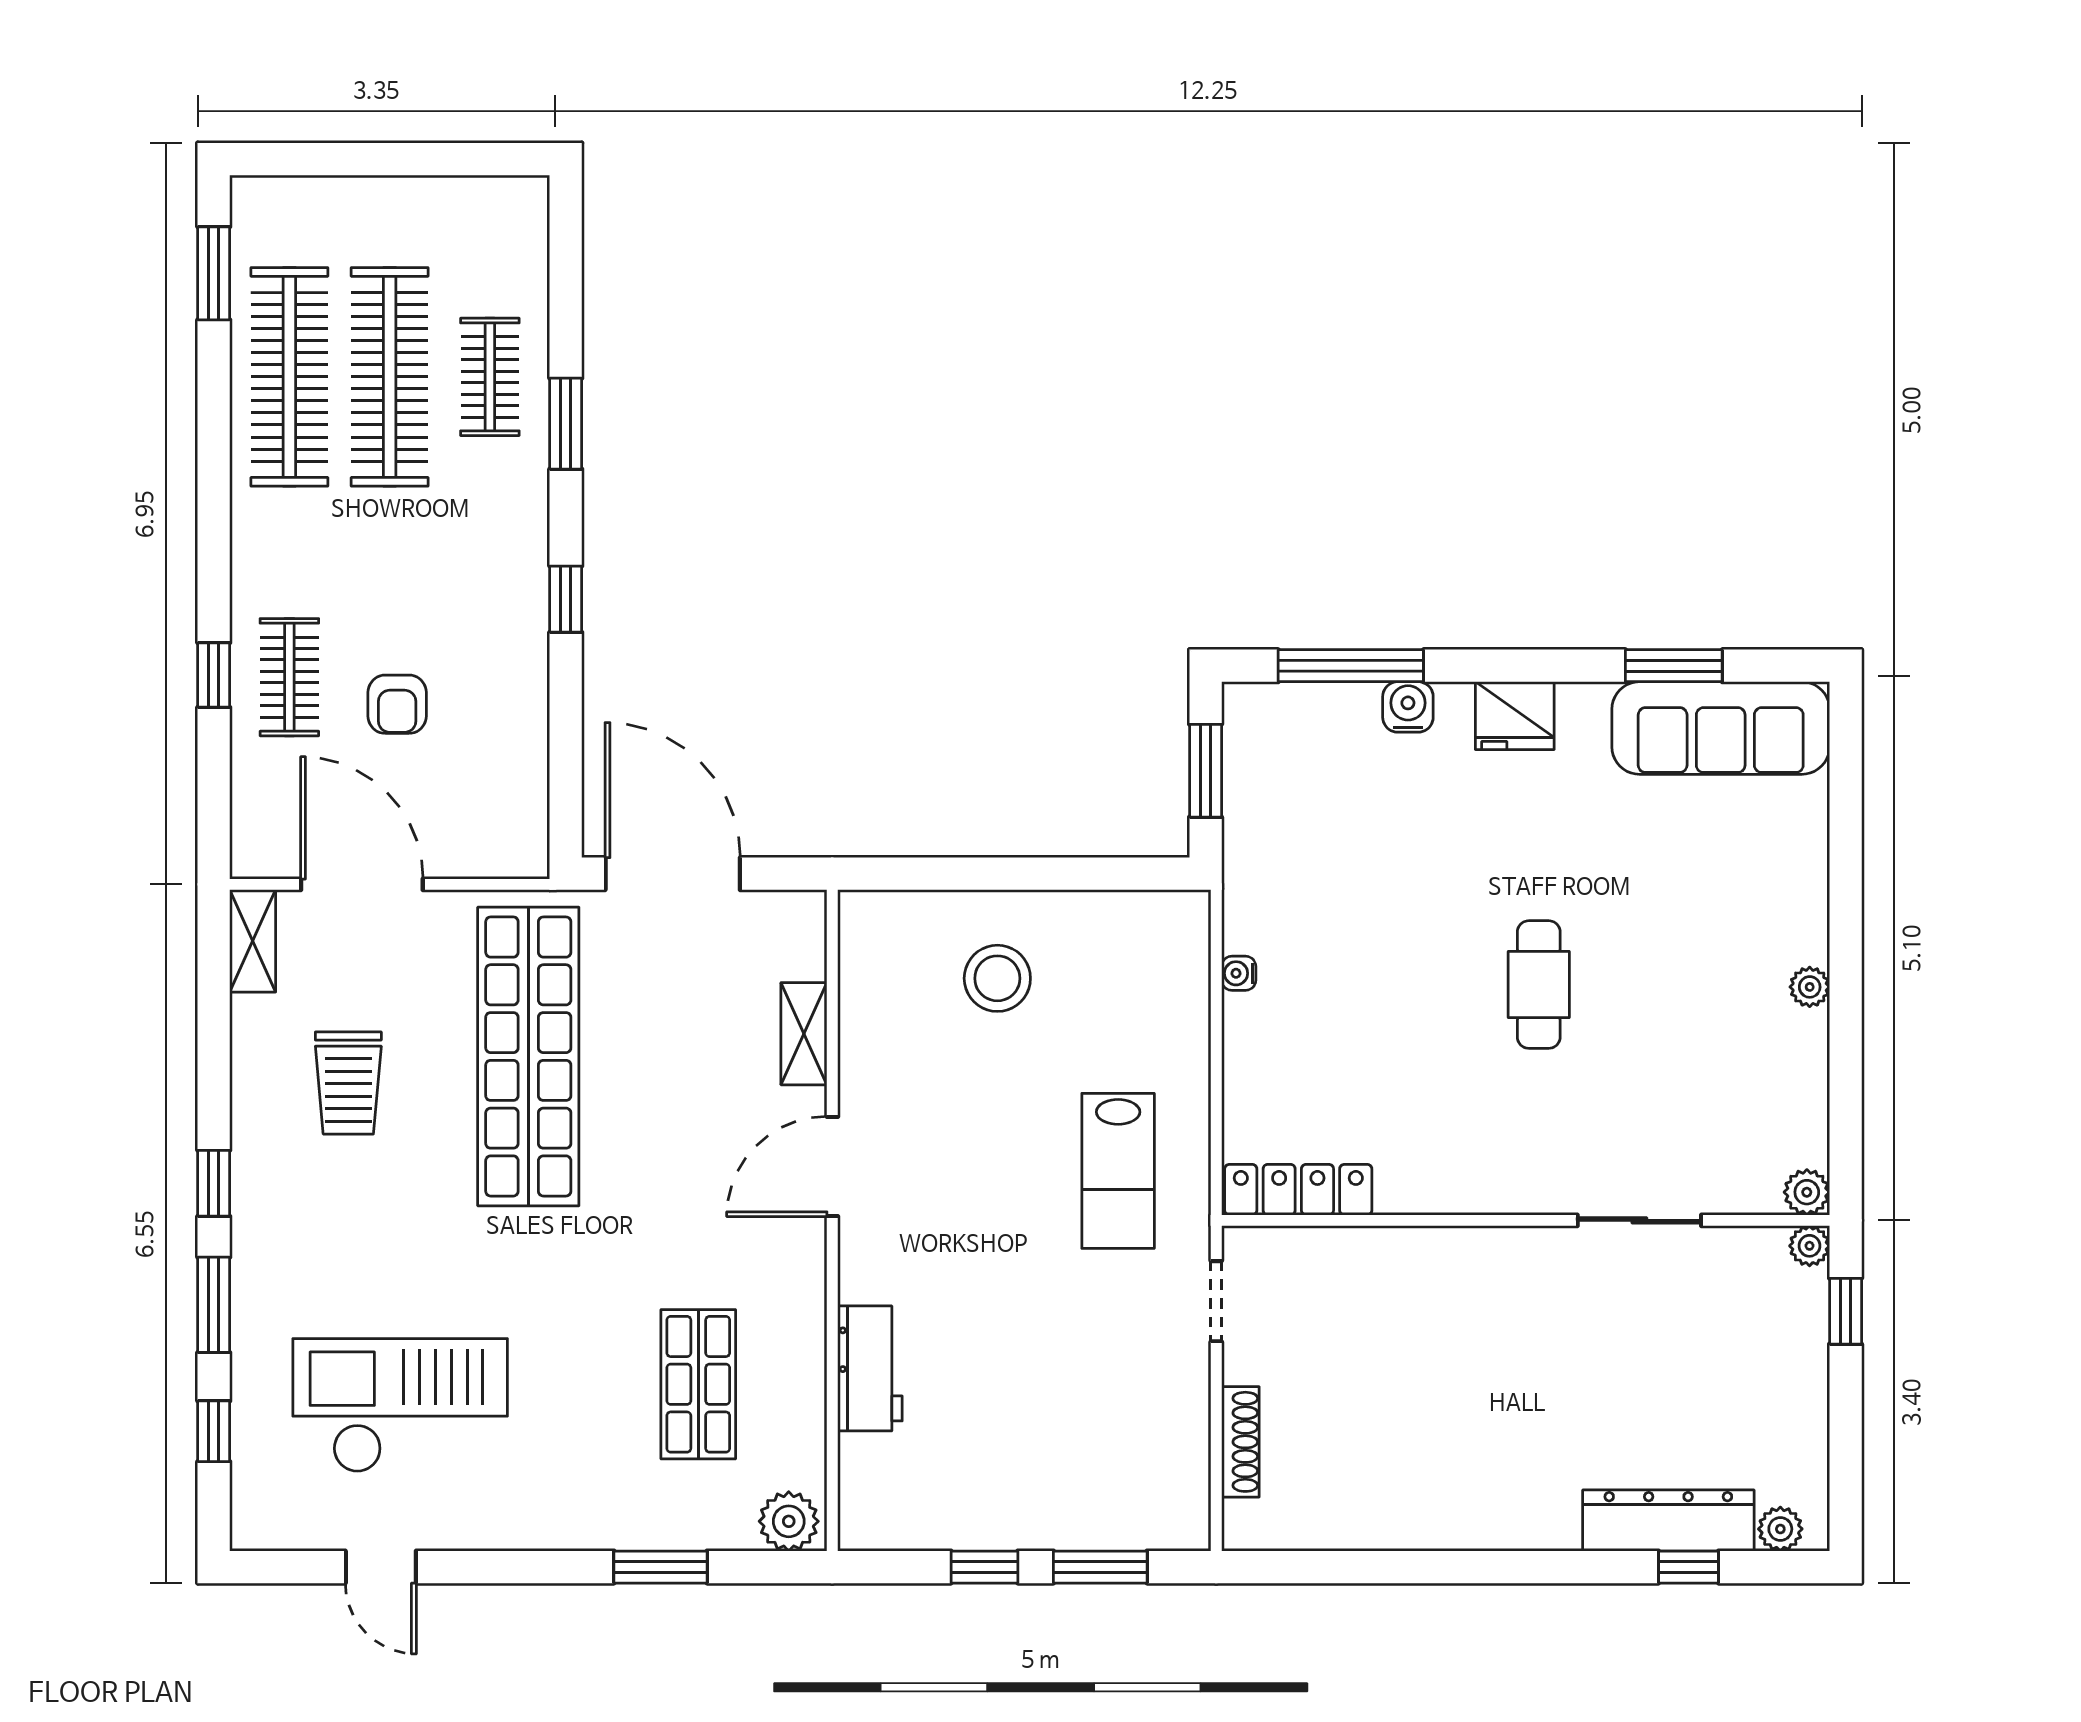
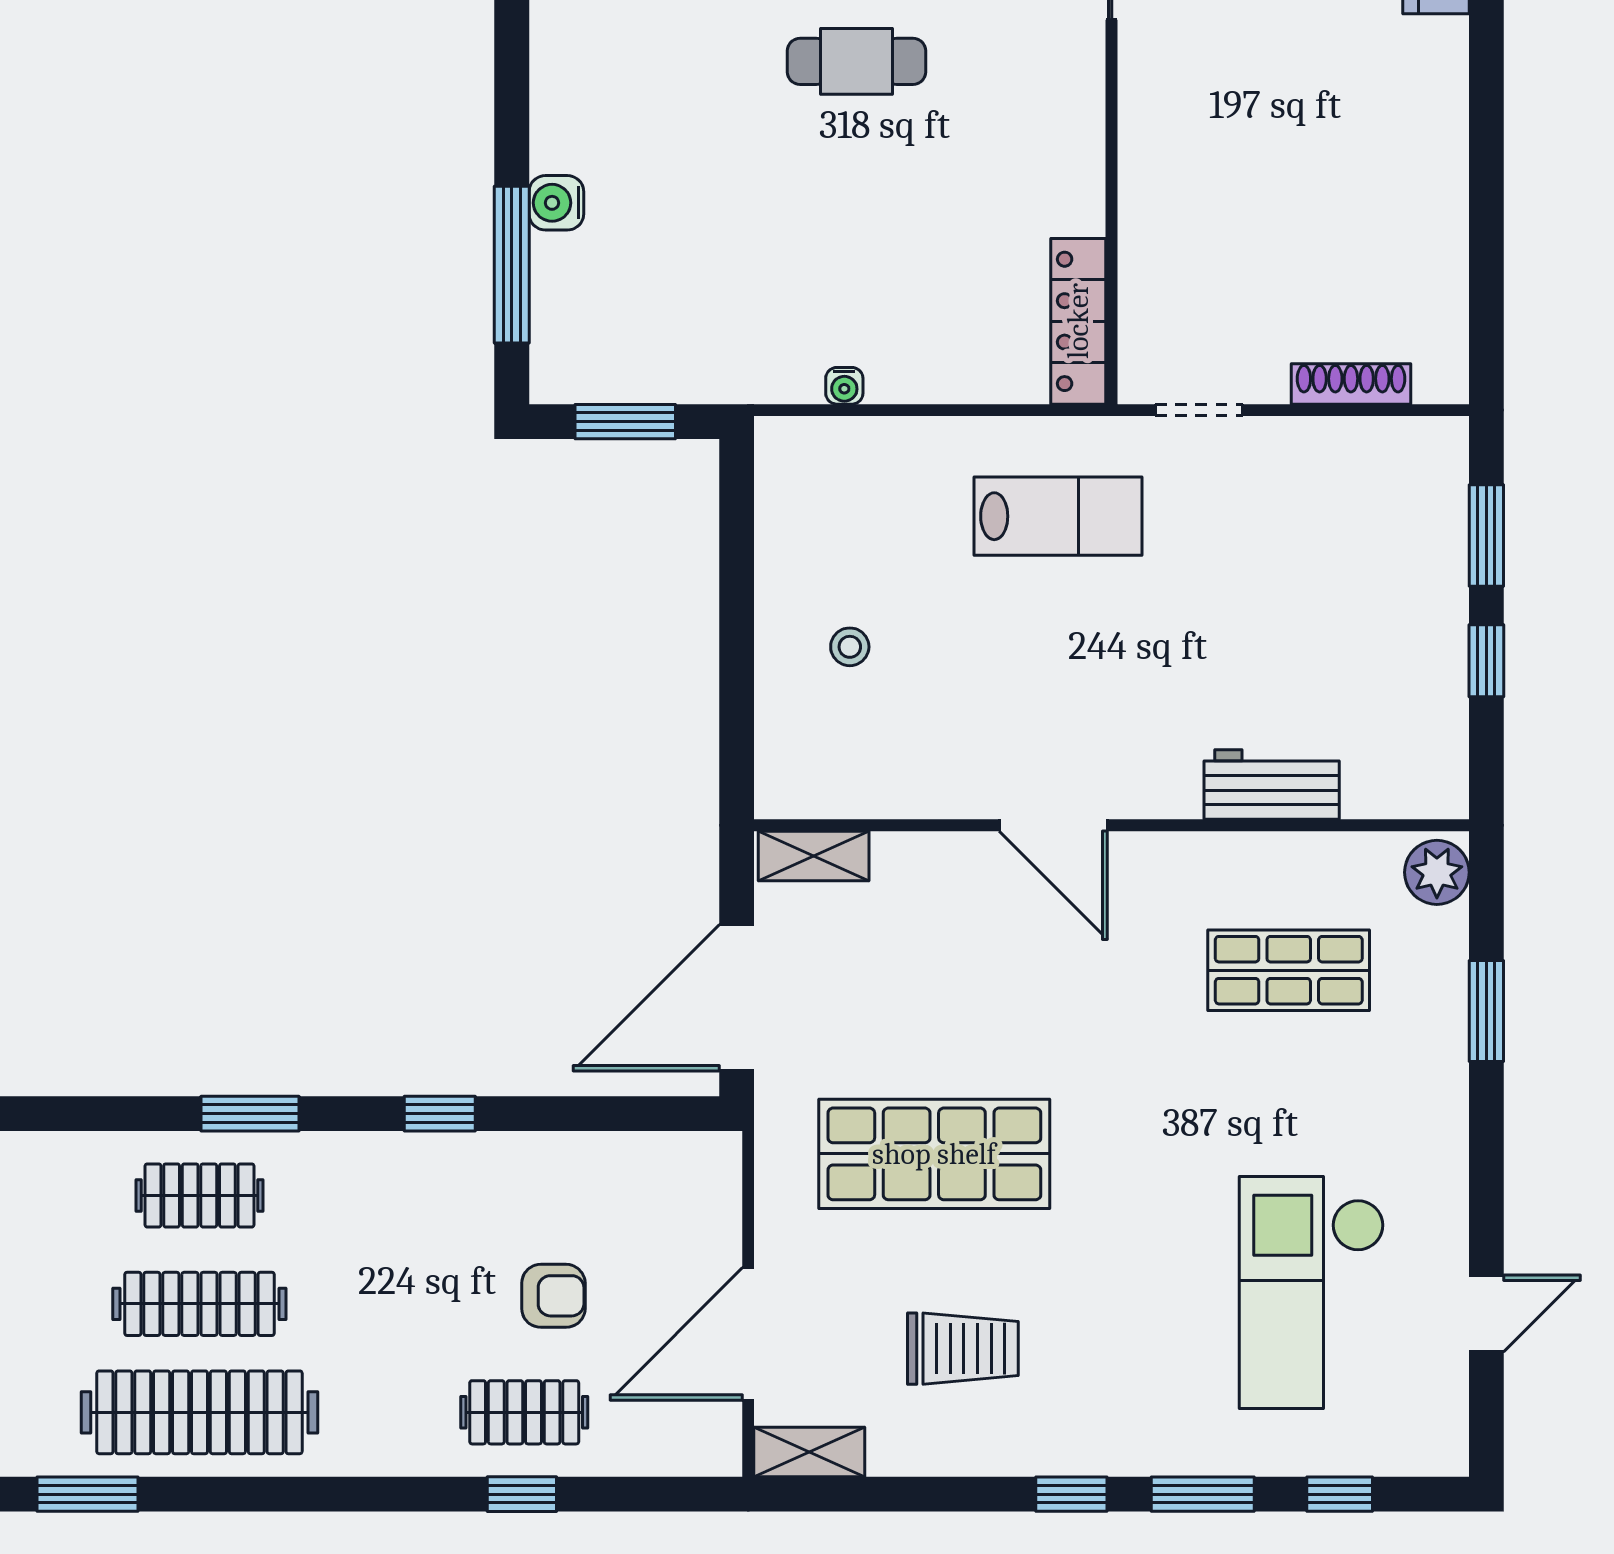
clothes rail: (390, 377) -> (199, 1304), width x0.73, depth x0.76
fridge: (1515, 716) -> (566, 87), removed
stool: (997, 978) -> (850, 647), width x0.53, depth x0.53
shelving: (804, 1034) -> (814, 856), moved
shop shelf: (528, 1056) -> (934, 1154), width x0.71

